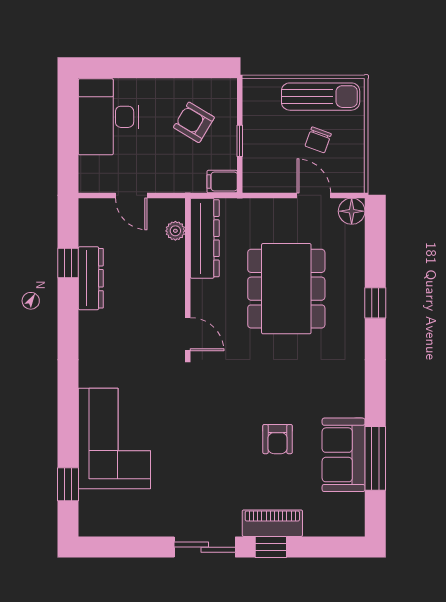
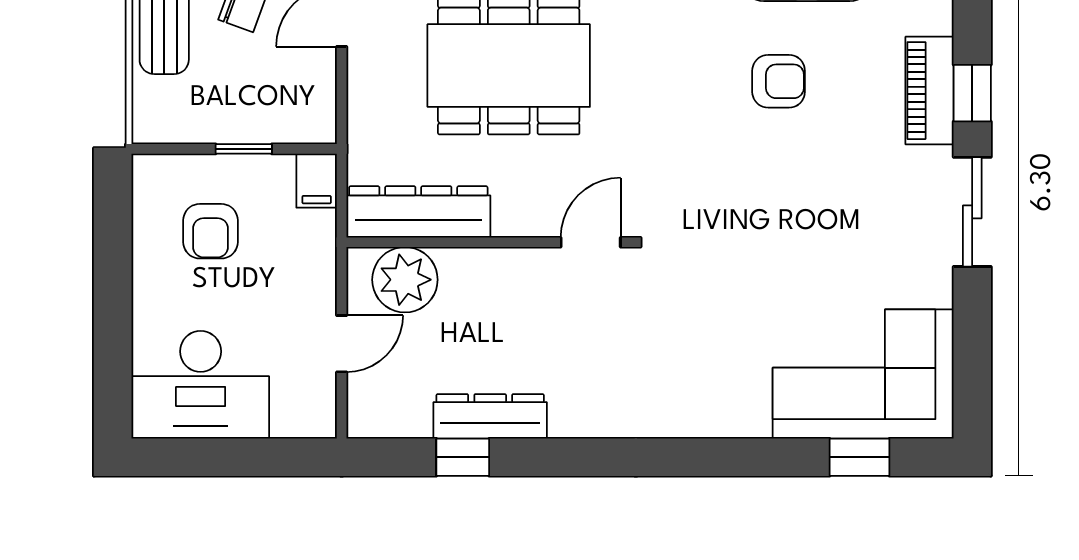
armchair: (194, 122) -> (210, 231), turned -31
plant: (175, 231) -> (405, 280), width x1.87, depth x1.87
corner sofa: (114, 438) -> (863, 374), moved

